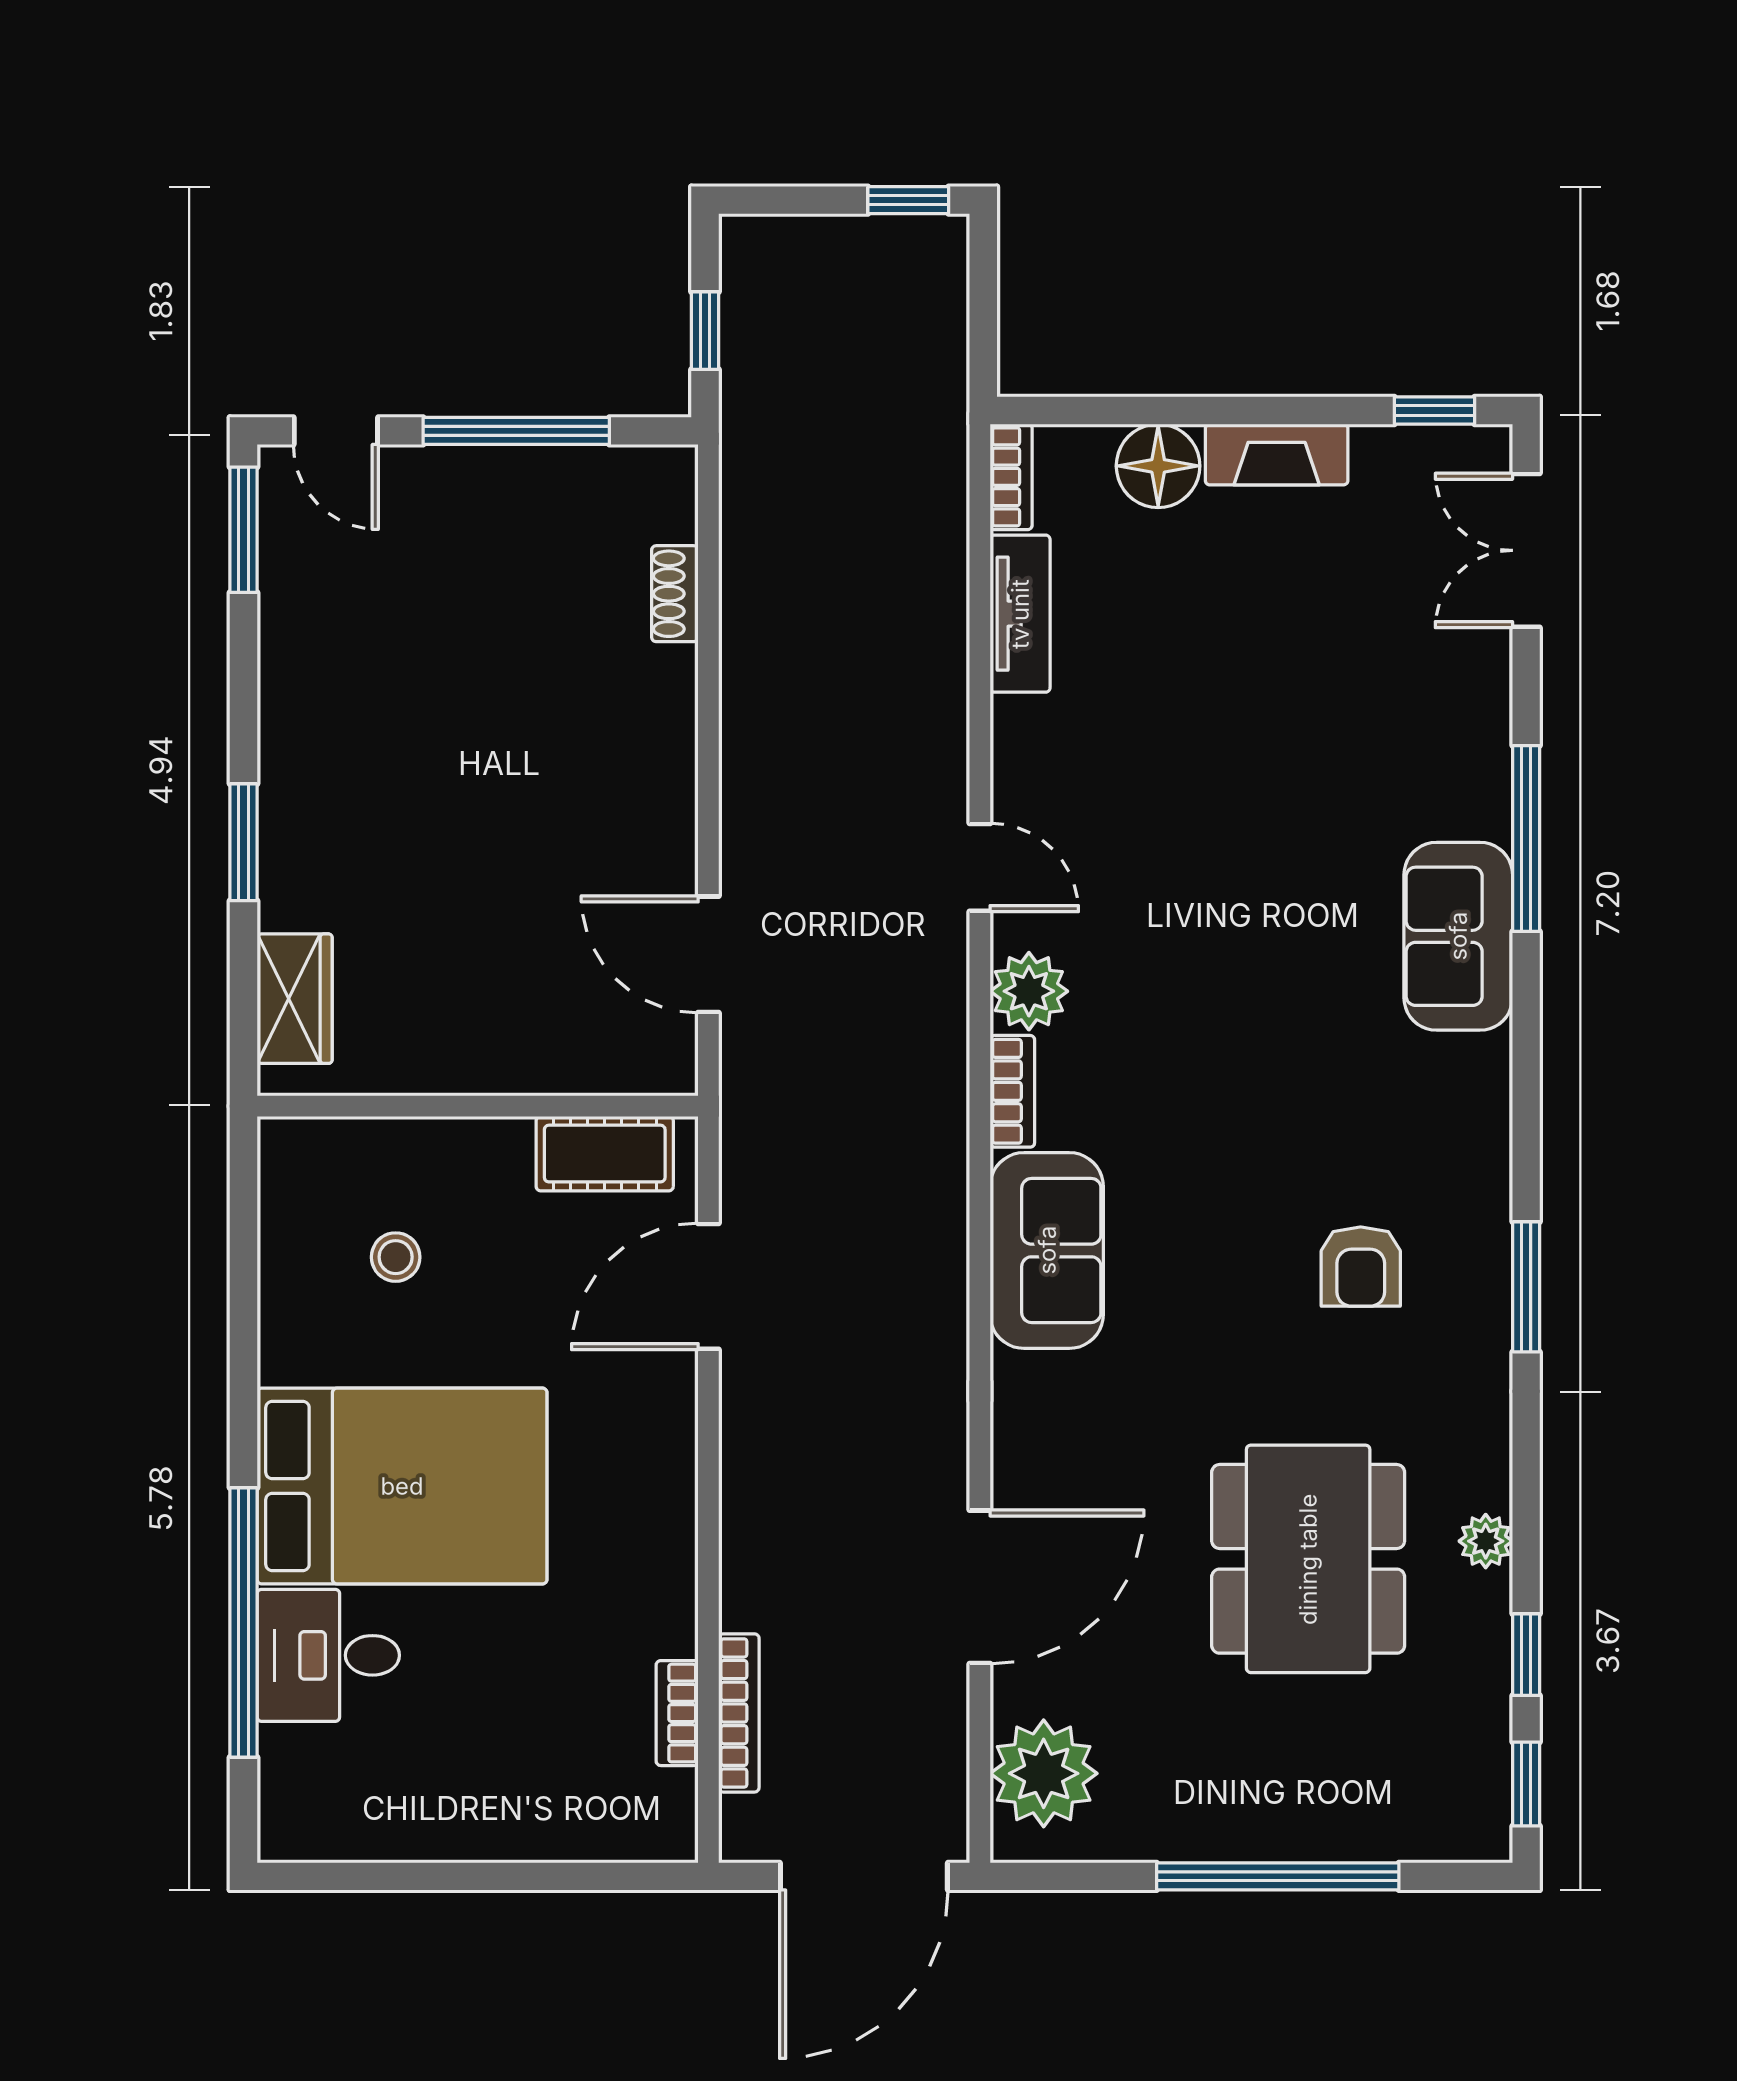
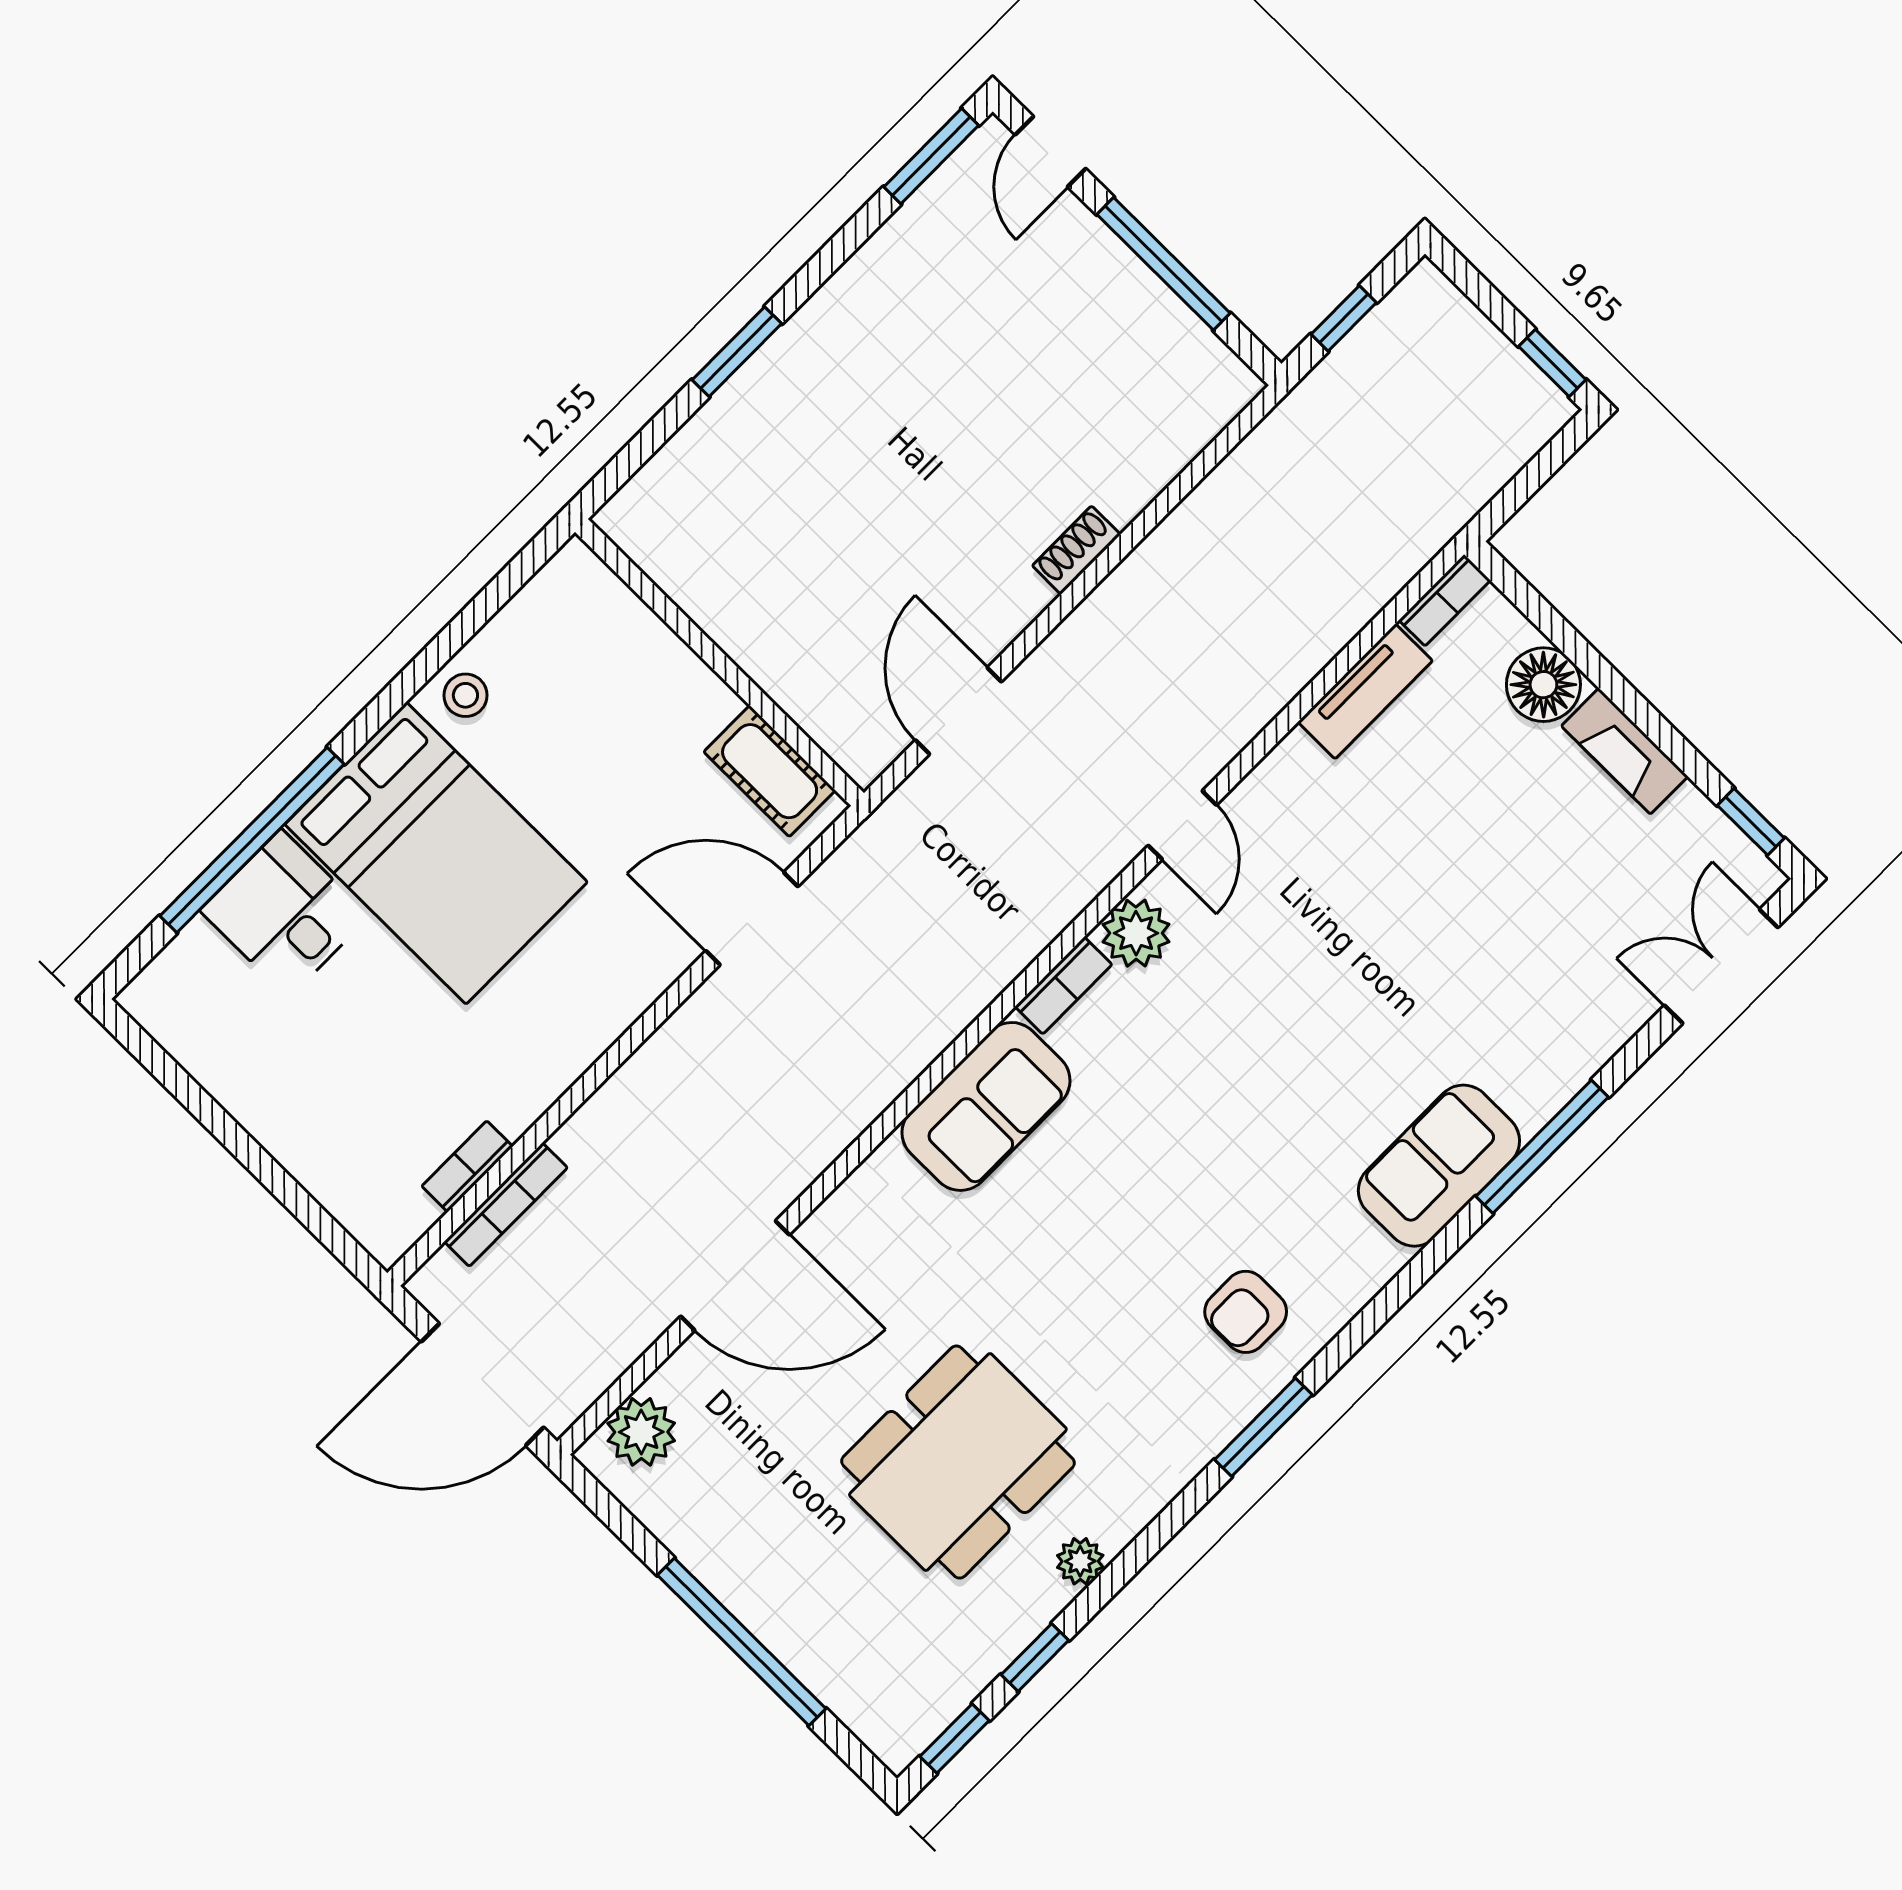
shoe rack: (675, 594) -> (1076, 550), moved
wardrobe: (295, 999) -> (672, 481), removed
stool: (396, 1257) -> (465, 695), moved
armchair: (1361, 1267) -> (1246, 1312), moved
plant: (1044, 1773) -> (641, 1432), width x0.73, depth x0.73

